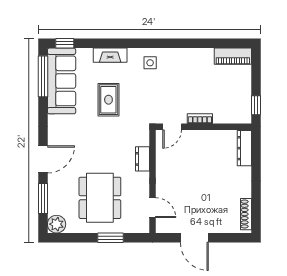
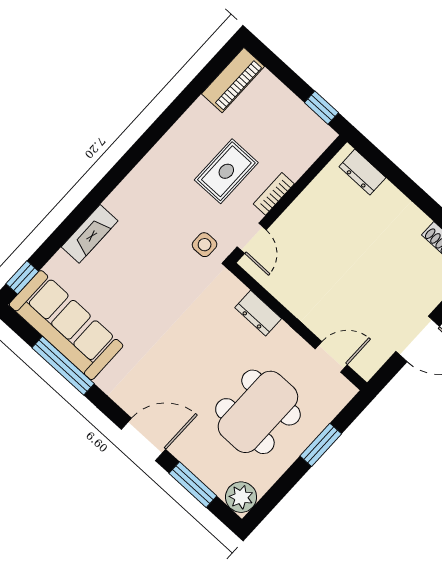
side table: (150, 63) -> (205, 245), moved
window: (43, 76) -> (63, 366), moved
rug: (108, 100) -> (226, 171), moved, turned 90
dresser: (244, 148) -> (362, 172), width x0.70
door: (43, 159) -> (143, 439), hinge flipped
dining table: (100, 198) -> (258, 412), turned 90

